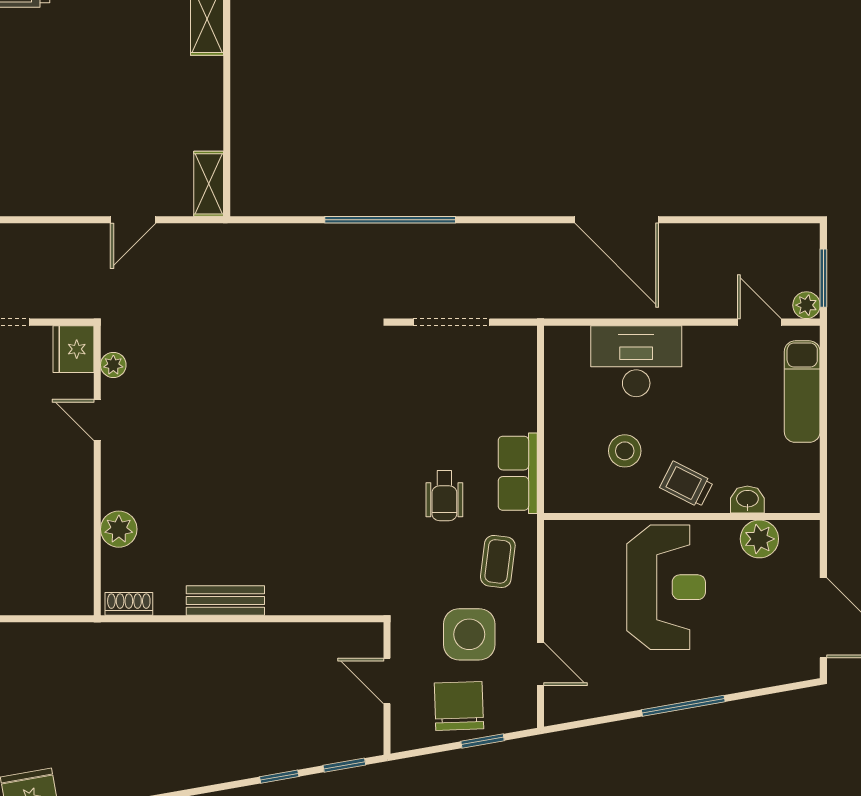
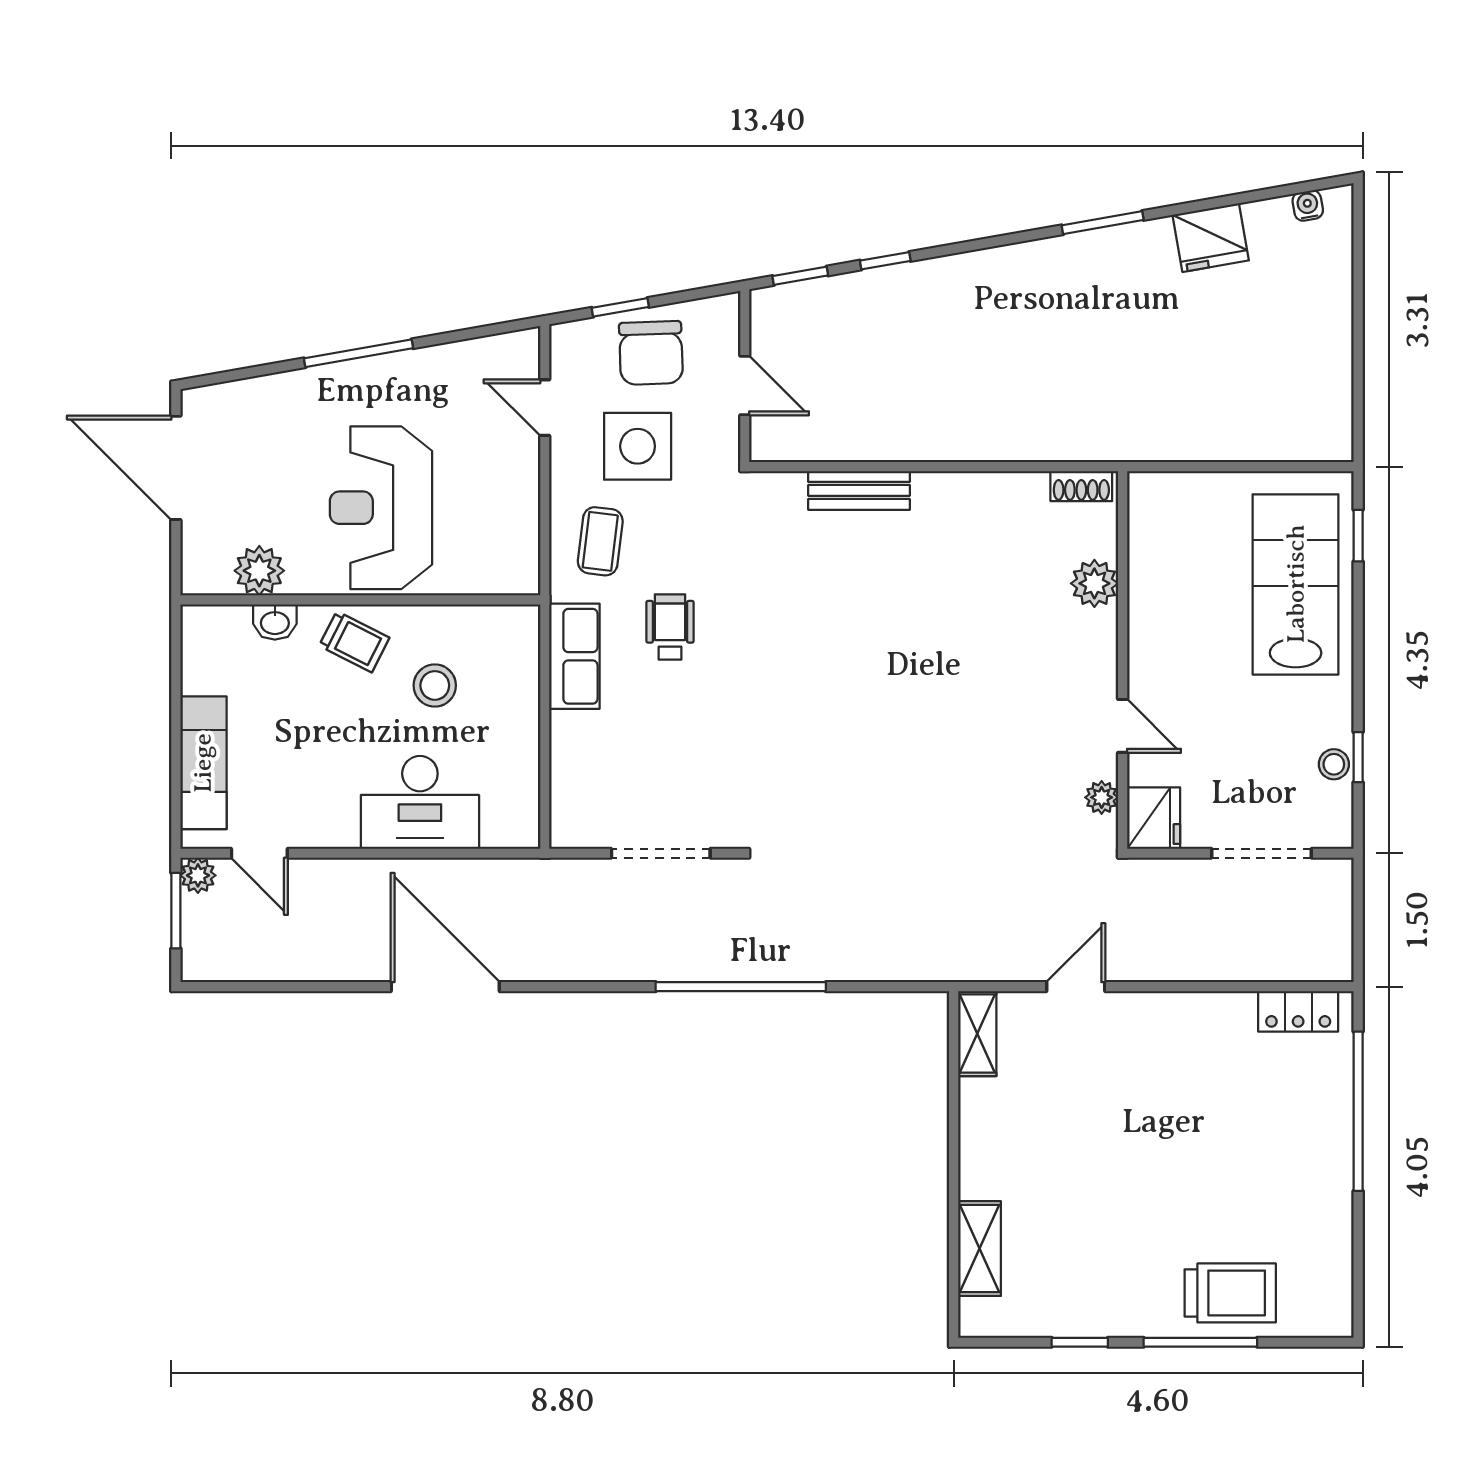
bench: (225, 600) -> (859, 490), moved

